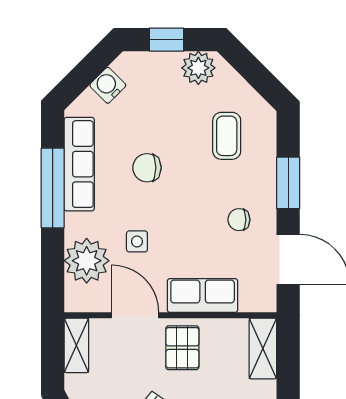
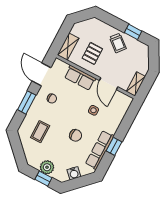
plant: (198, 68) -> (47, 167), moved
window: (53, 188) -> (114, 146), width x0.46
plant: (87, 261) -> (116, 113), removed
pallet: (182, 348) -> (92, 53), moved

